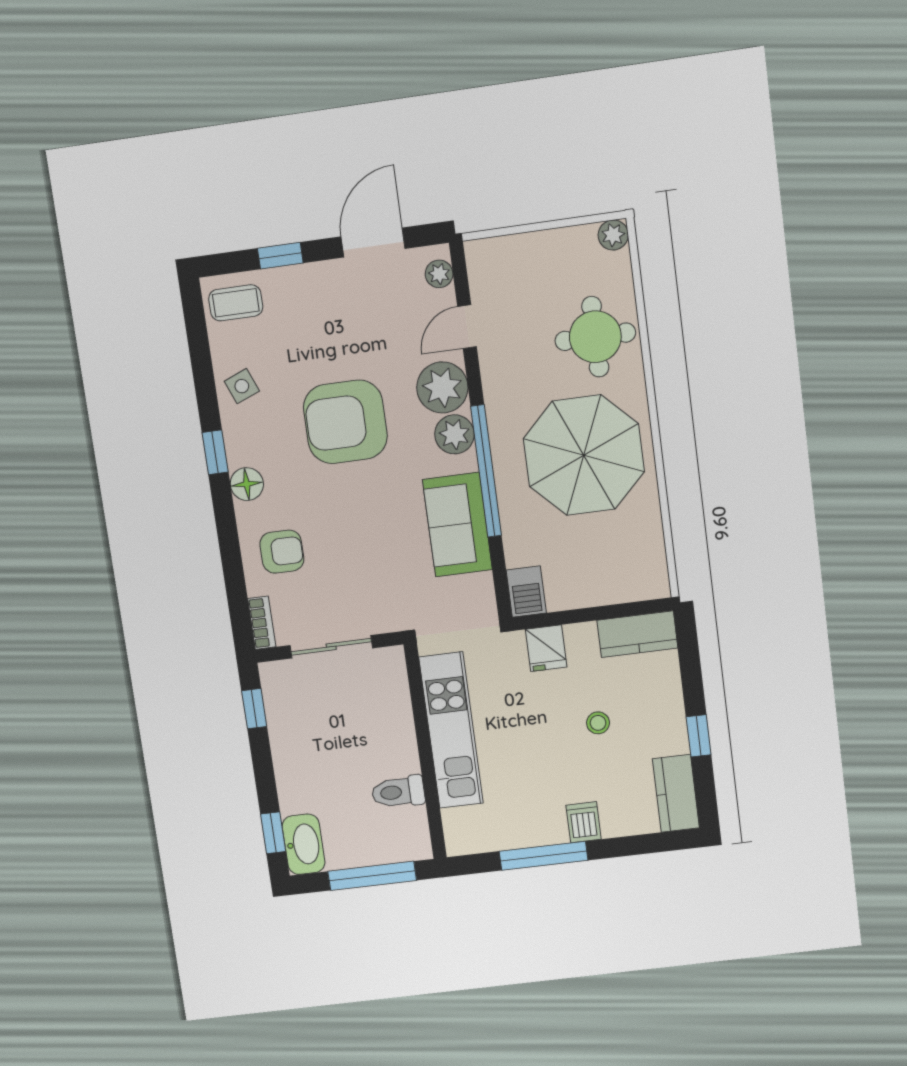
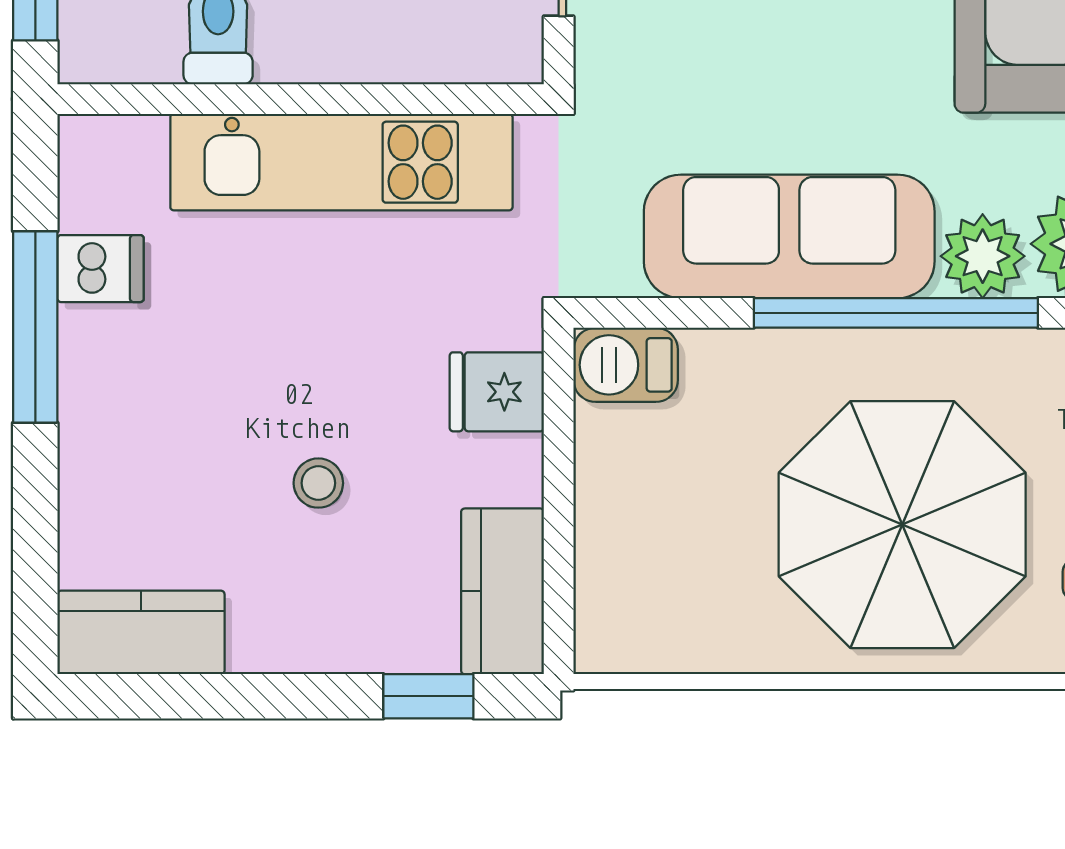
sofa: (457, 525) -> (789, 236), width x1.36
window: (699, 736) -> (428, 696), moved
dishwasher: (584, 822) -> (101, 269), moved

